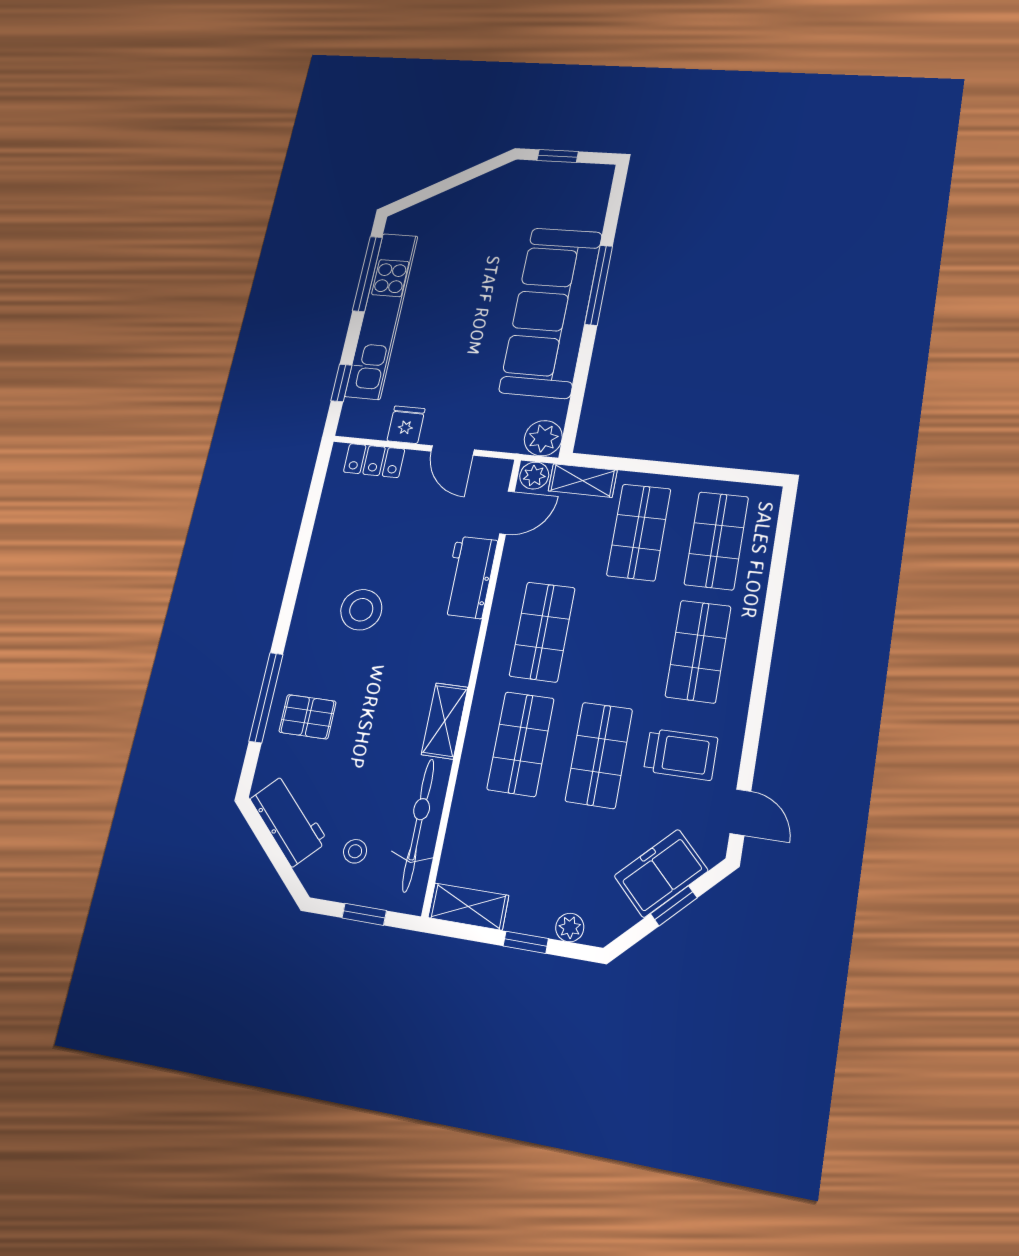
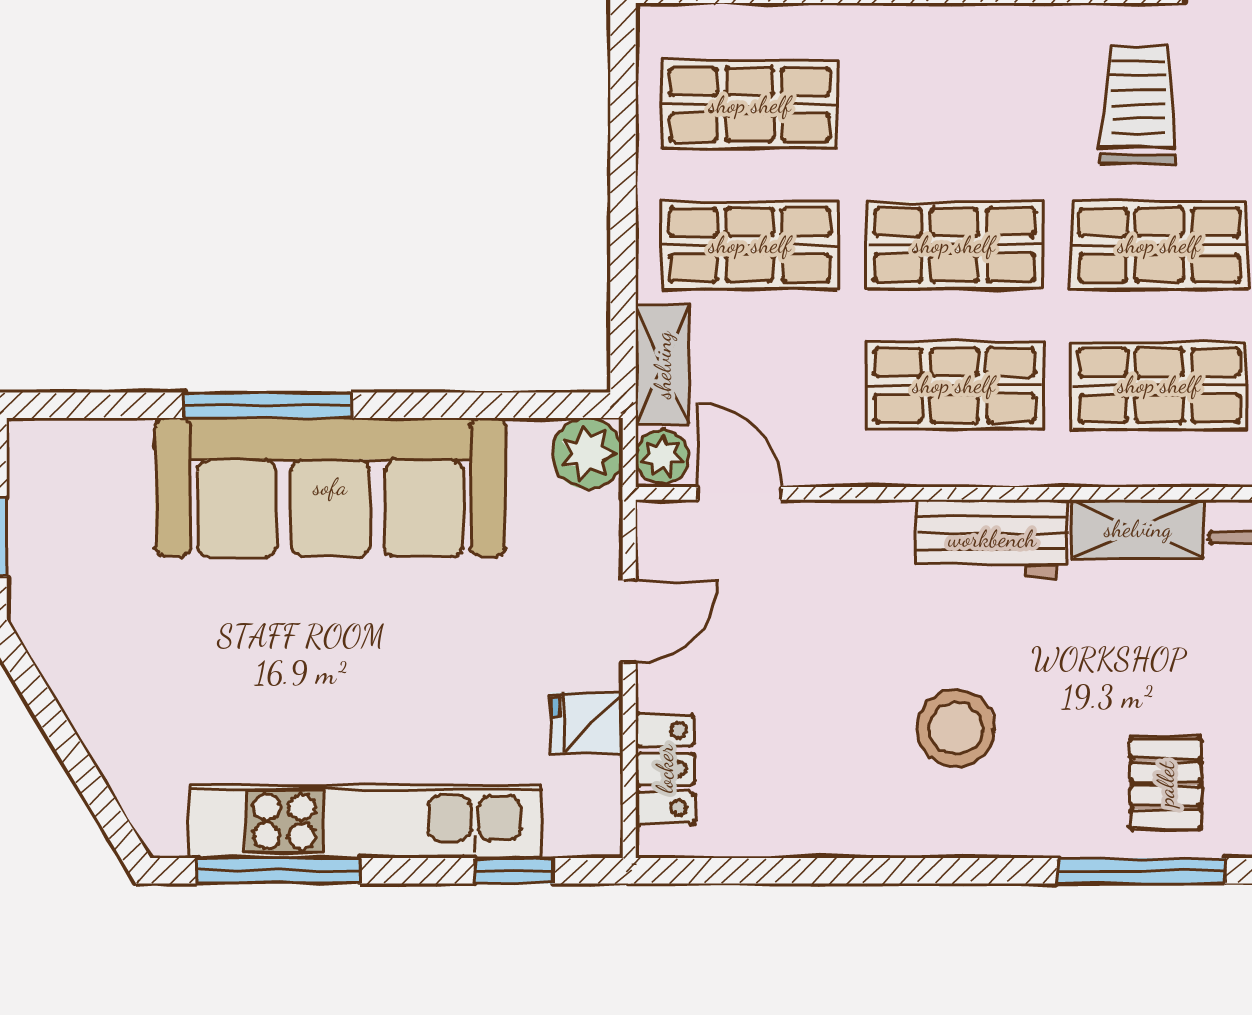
workbench: (469, 577) -> (992, 539), moved
shop shelf: (698, 651) -> (954, 245), moved

